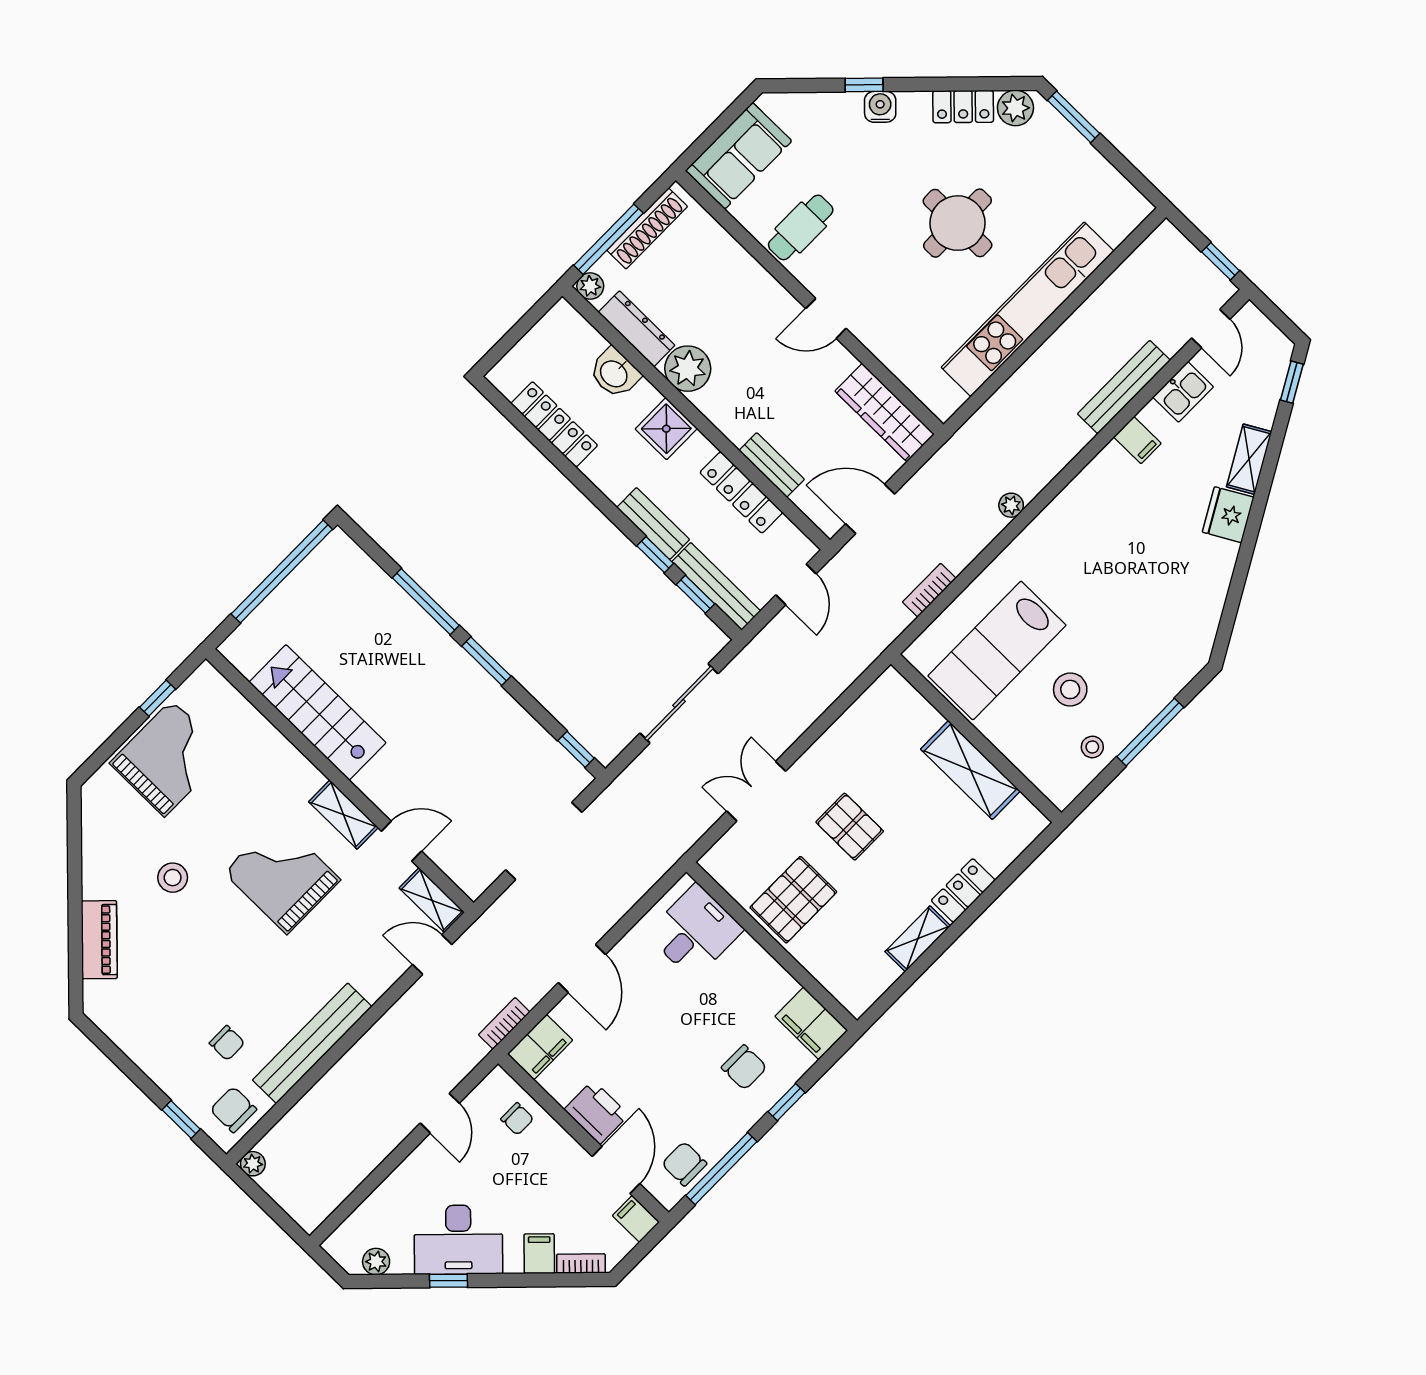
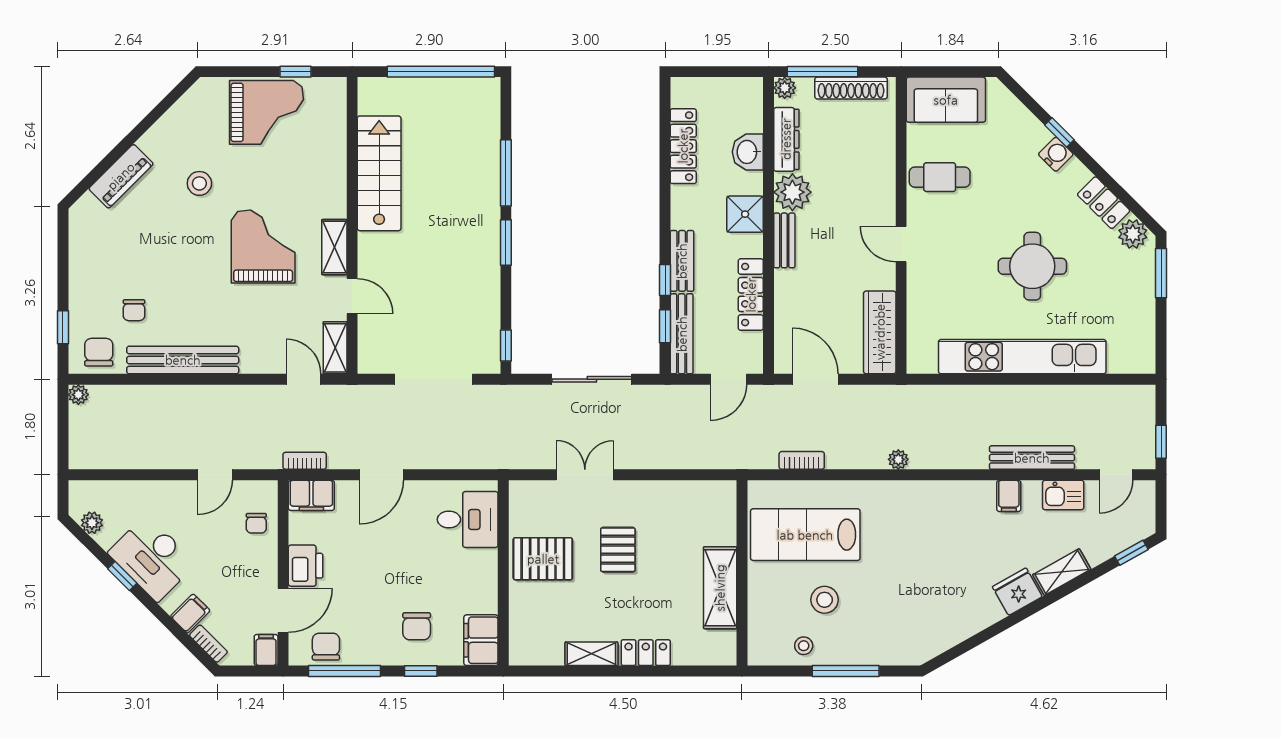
bench: (772, 465) -> (784, 240), moved

